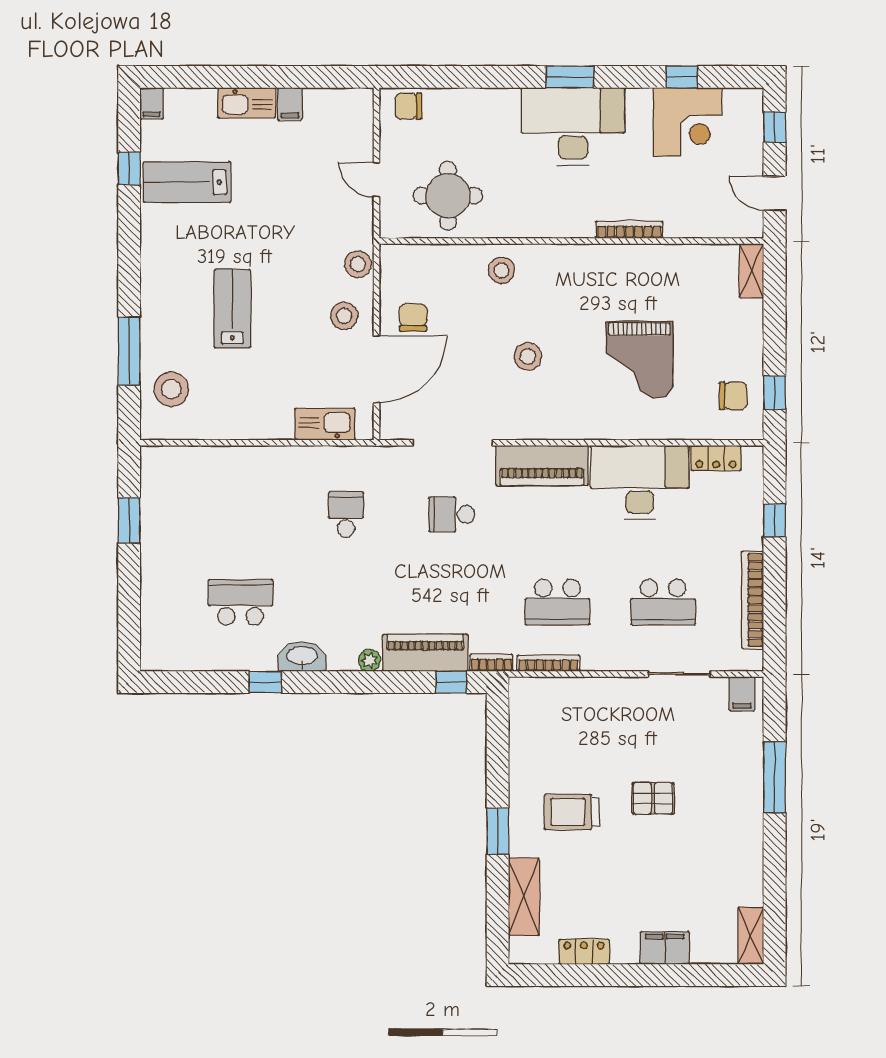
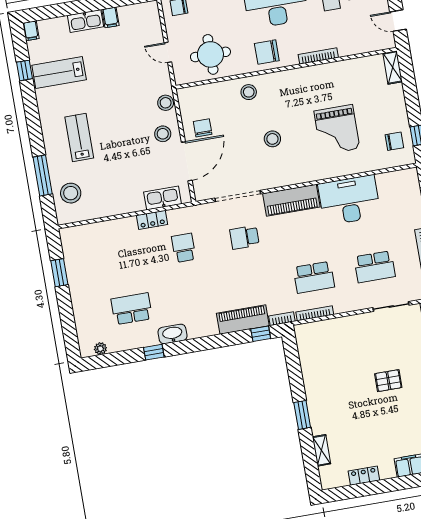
chair: (544, 208) -> (267, 52), added
lab bench: (232, 309) -> (79, 138), moved
locker: (716, 458) -> (152, 220), moved
plant: (370, 660) -> (100, 349), moved
trolley: (572, 812) -> (343, 397), removed
shelving: (524, 897) -> (321, 450), width x0.67, depth x0.75

